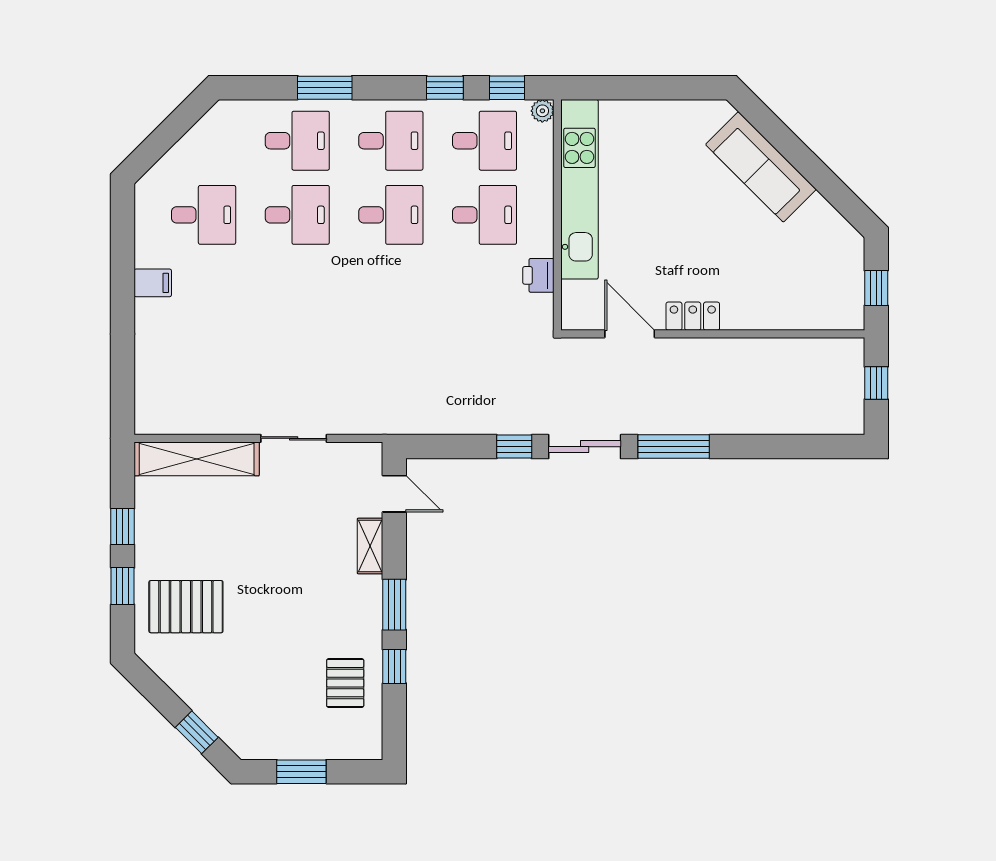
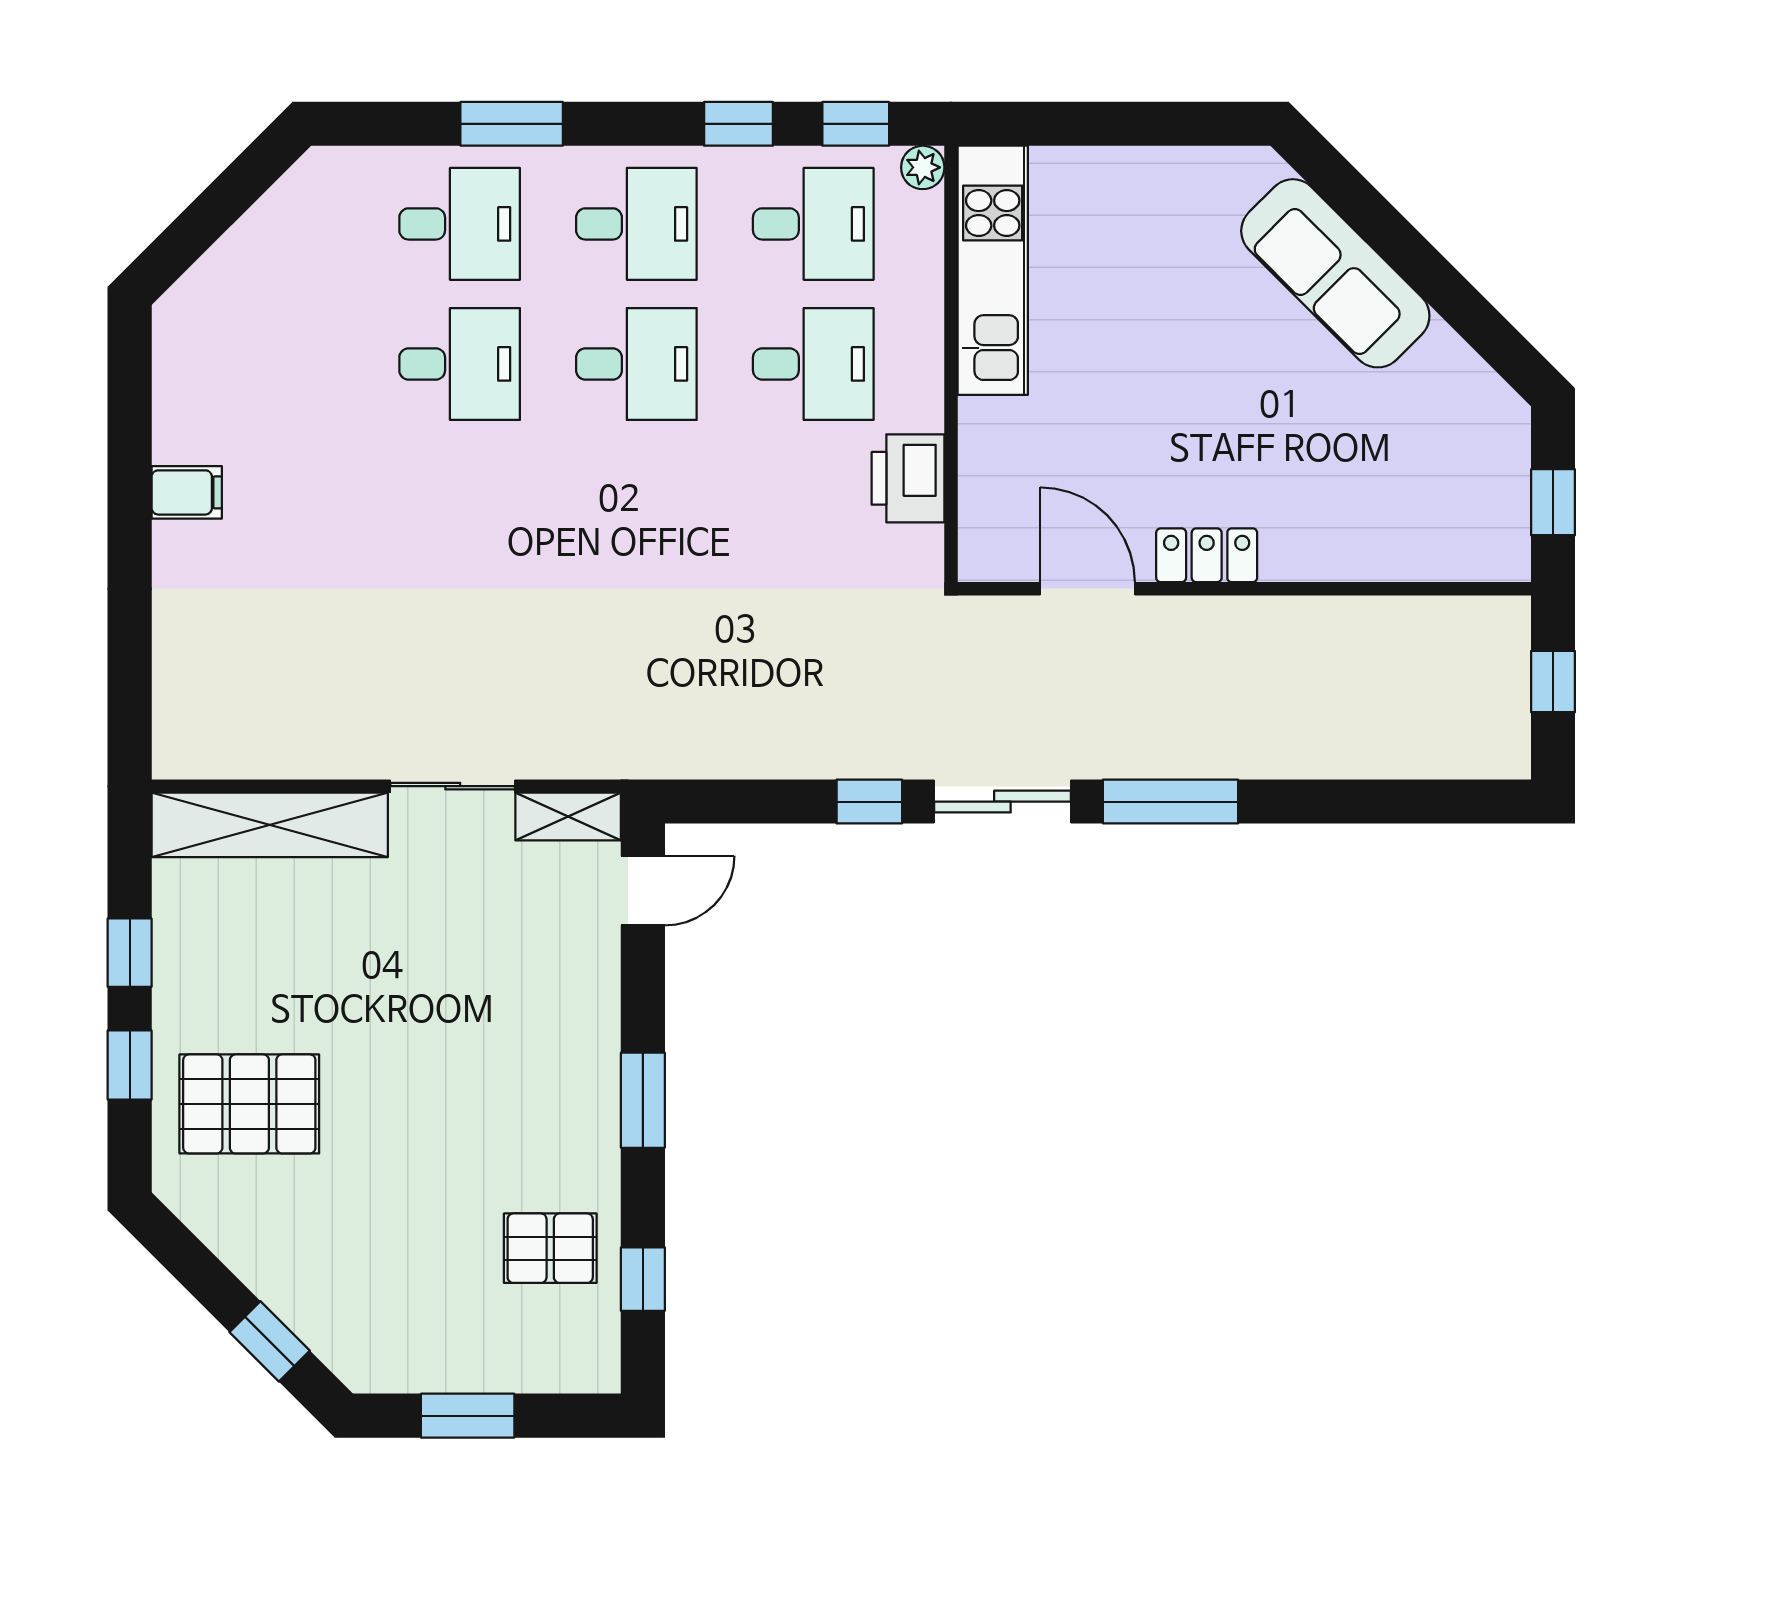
kitchen unit: (579, 189) -> (993, 270), width x0.73
desk: (204, 215) -> (283, 364), removed
printer: (538, 275) -> (908, 478), width x1.36, depth x1.24
door: (394, 494) -> (643, 891), hinge flipped
shelving: (370, 546) -> (568, 817), moved, turned 90
window: (394, 666) -> (643, 1279), moved
pallet: (345, 683) -> (550, 1248), turned 90

